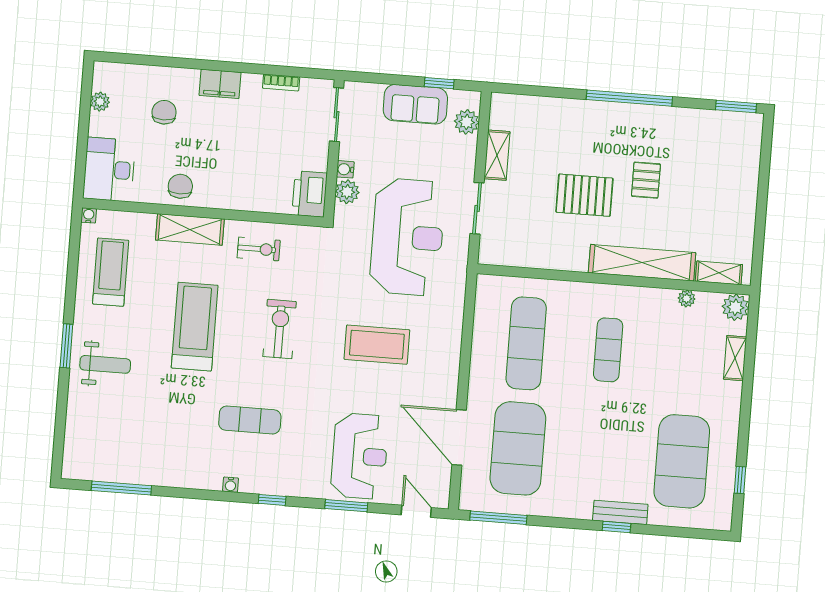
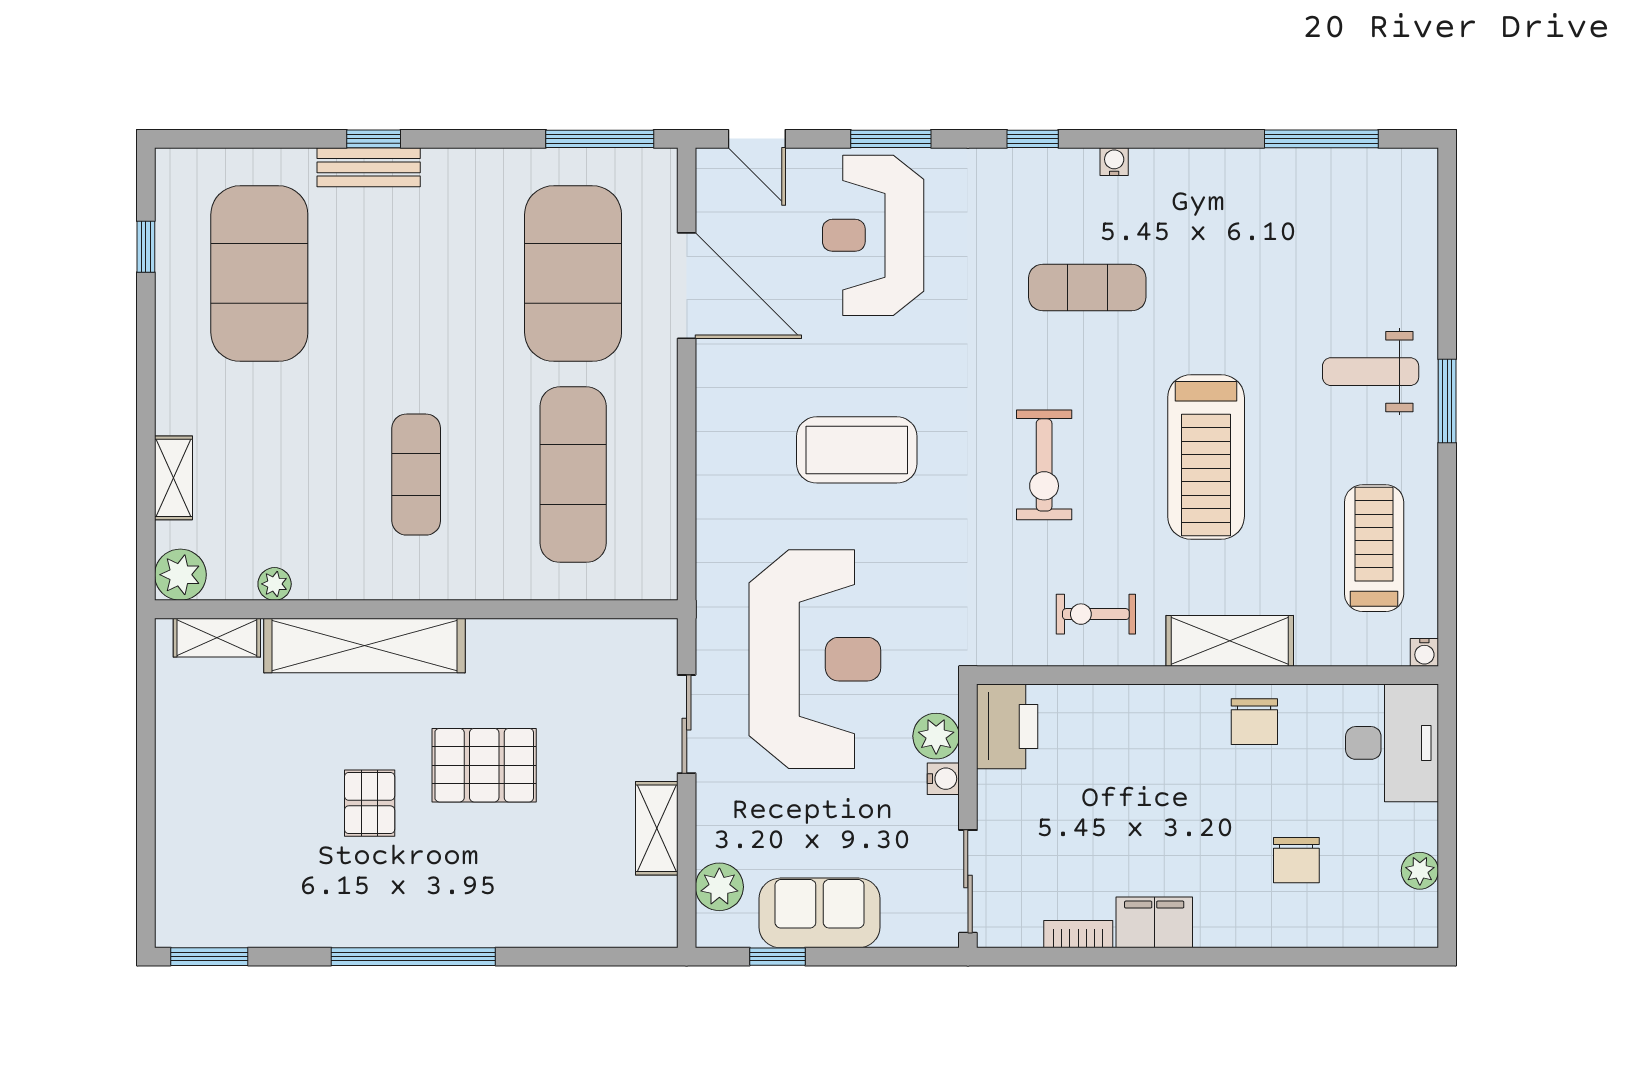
filing cabinet: (220, 84) -> (1154, 922), moved
reception desk: (407, 237) -> (815, 659), turned 180
treadmill: (111, 272) -> (1374, 548), turned 180

